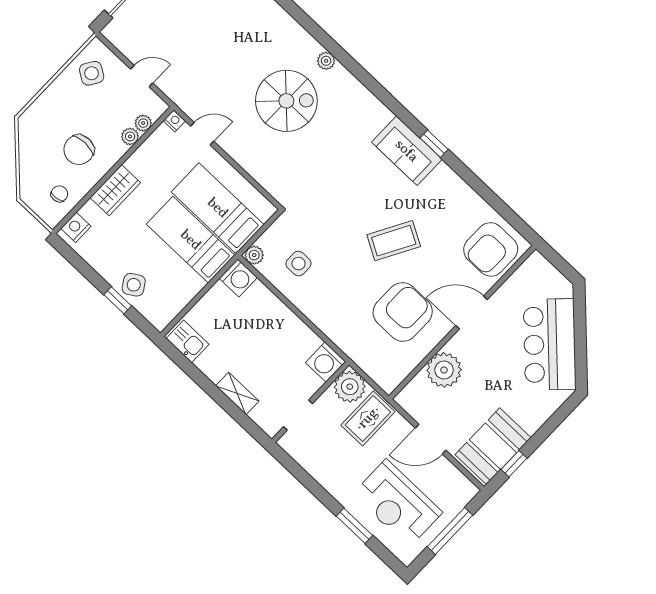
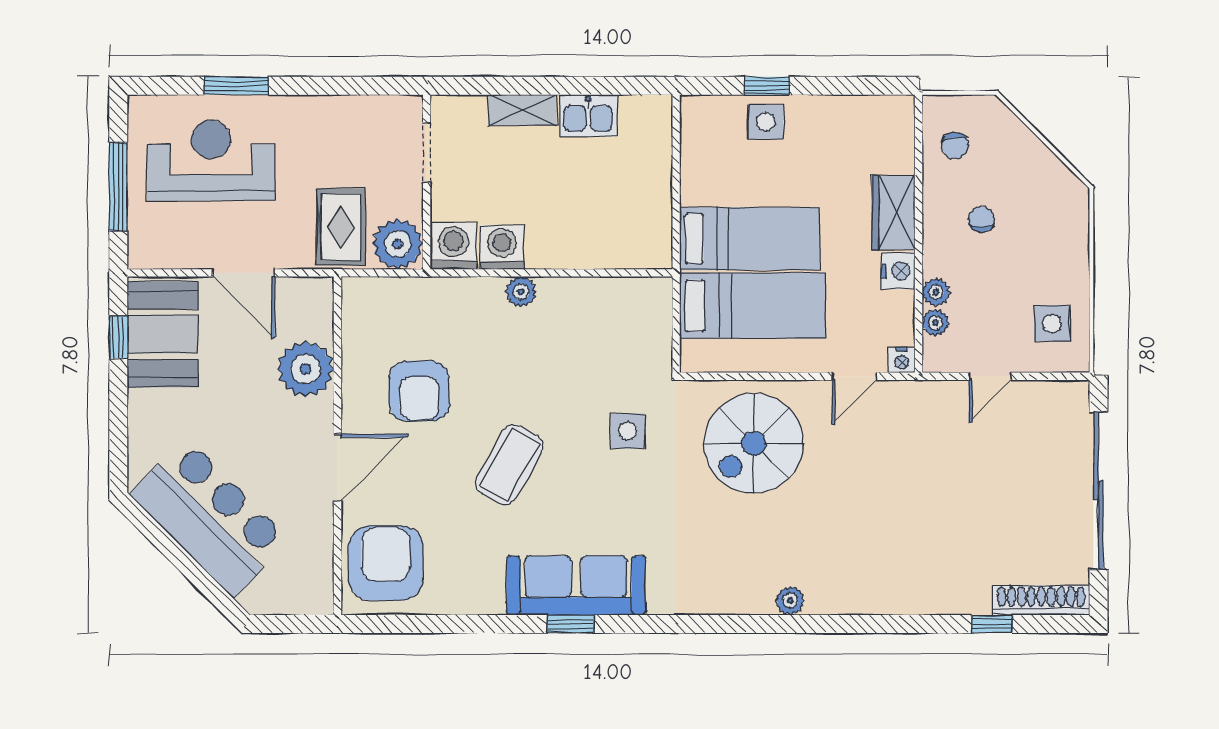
side table: (92, 73) -> (1052, 323), turned -33
spiral stairs: (286, 101) -> (754, 443), moved
chair: (79, 150) -> (981, 219), width x0.54, depth x0.54
sofa: (407, 151) -> (576, 585), width x1.36
nightstand: (76, 227) -> (898, 271), moved
plant: (254, 255) -> (521, 292), moved
side table: (299, 264) -> (628, 431), moved
washing machine: (238, 278) -> (502, 247), moved, turned 90
side table: (134, 285) -> (766, 122), turned 32
armchair: (403, 312) -> (419, 391), width x0.73, depth x0.73
kitchen sink: (187, 341) -> (588, 116), moved
door: (431, 439) -> (244, 273), swing flipped

